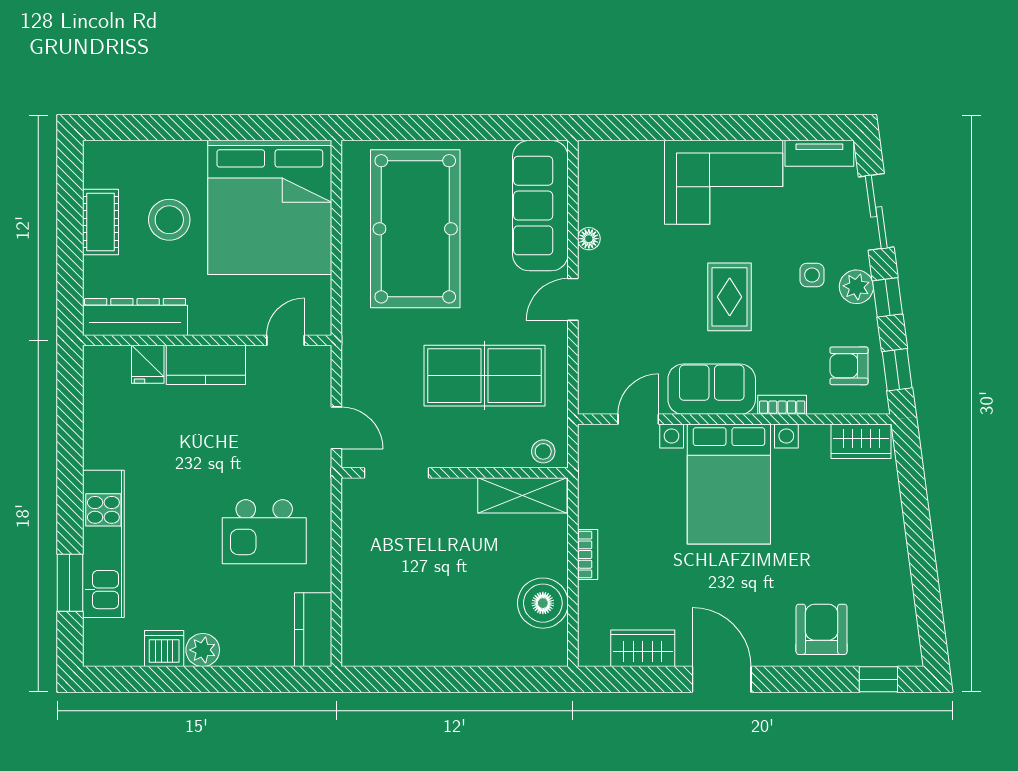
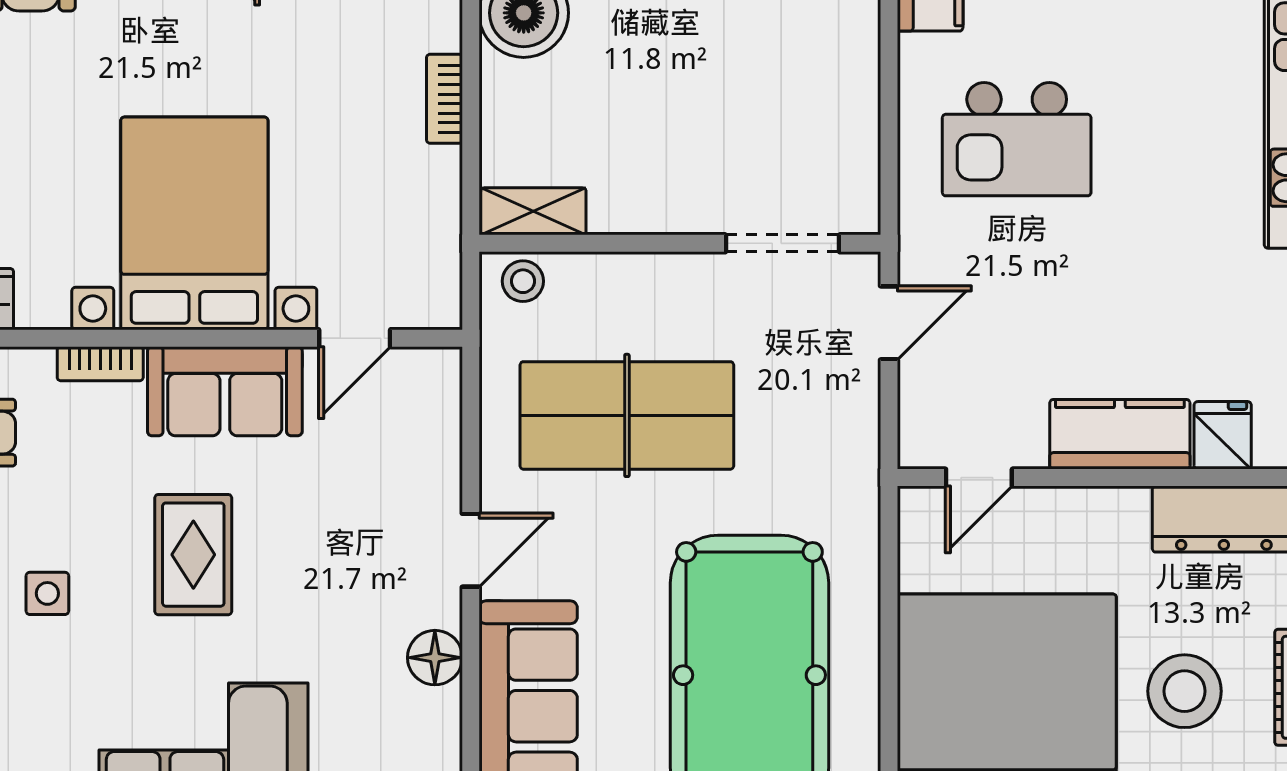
floor lamp: (589, 239) -> (435, 658), width x1.37, depth x1.37
door: (336, 428) -> (889, 323), swing flipped
shelving: (522, 495) -> (533, 211), width x0.67, depth x0.75
kitchen island: (264, 532) -> (1017, 139), turned 180

